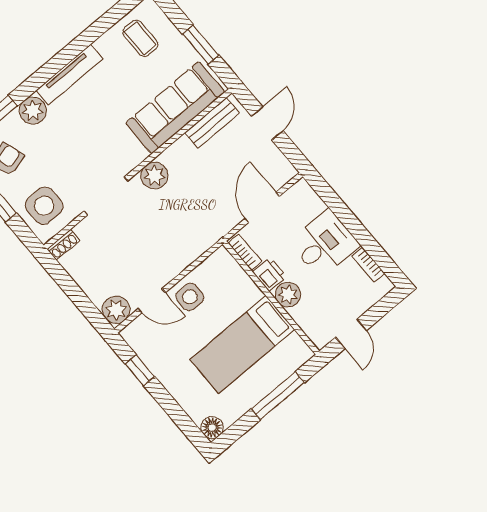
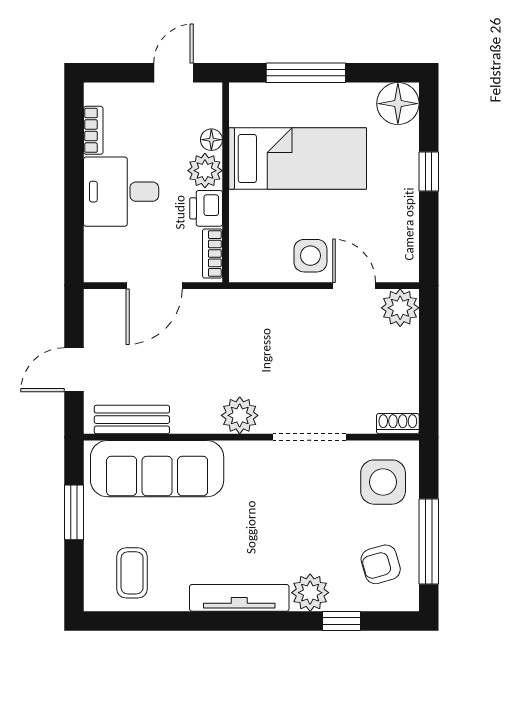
floor lamp: (299, 315) -> (211, 140), added
window: (140, 370) -> (429, 172), moved
floor lamp: (212, 428) -> (398, 104), width x1.38, depth x1.38

